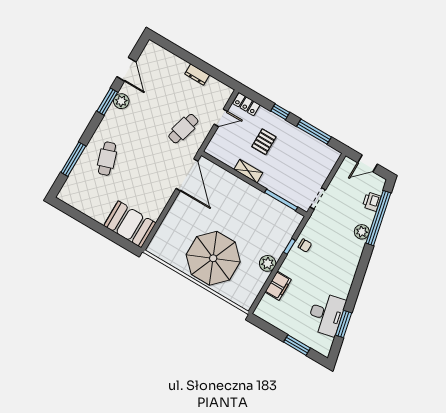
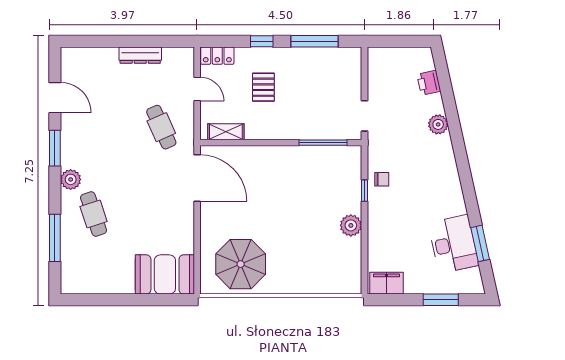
dresser: (197, 75) -> (140, 55), width x1.44
plant: (121, 101) -> (71, 179), moved
door: (221, 118) -> (197, 89), hinge flipped
cafe table: (183, 129) -> (161, 127), turned -39
door: (367, 163) -> (398, 41), removed
shelving: (248, 171) -> (226, 132), moved
window: (378, 218) -> (448, 97), removed
parasol: (213, 258) -> (241, 264), moved, width x0.73, depth x0.73
filing cabinet: (278, 286) -> (387, 283), moved, turned -90

